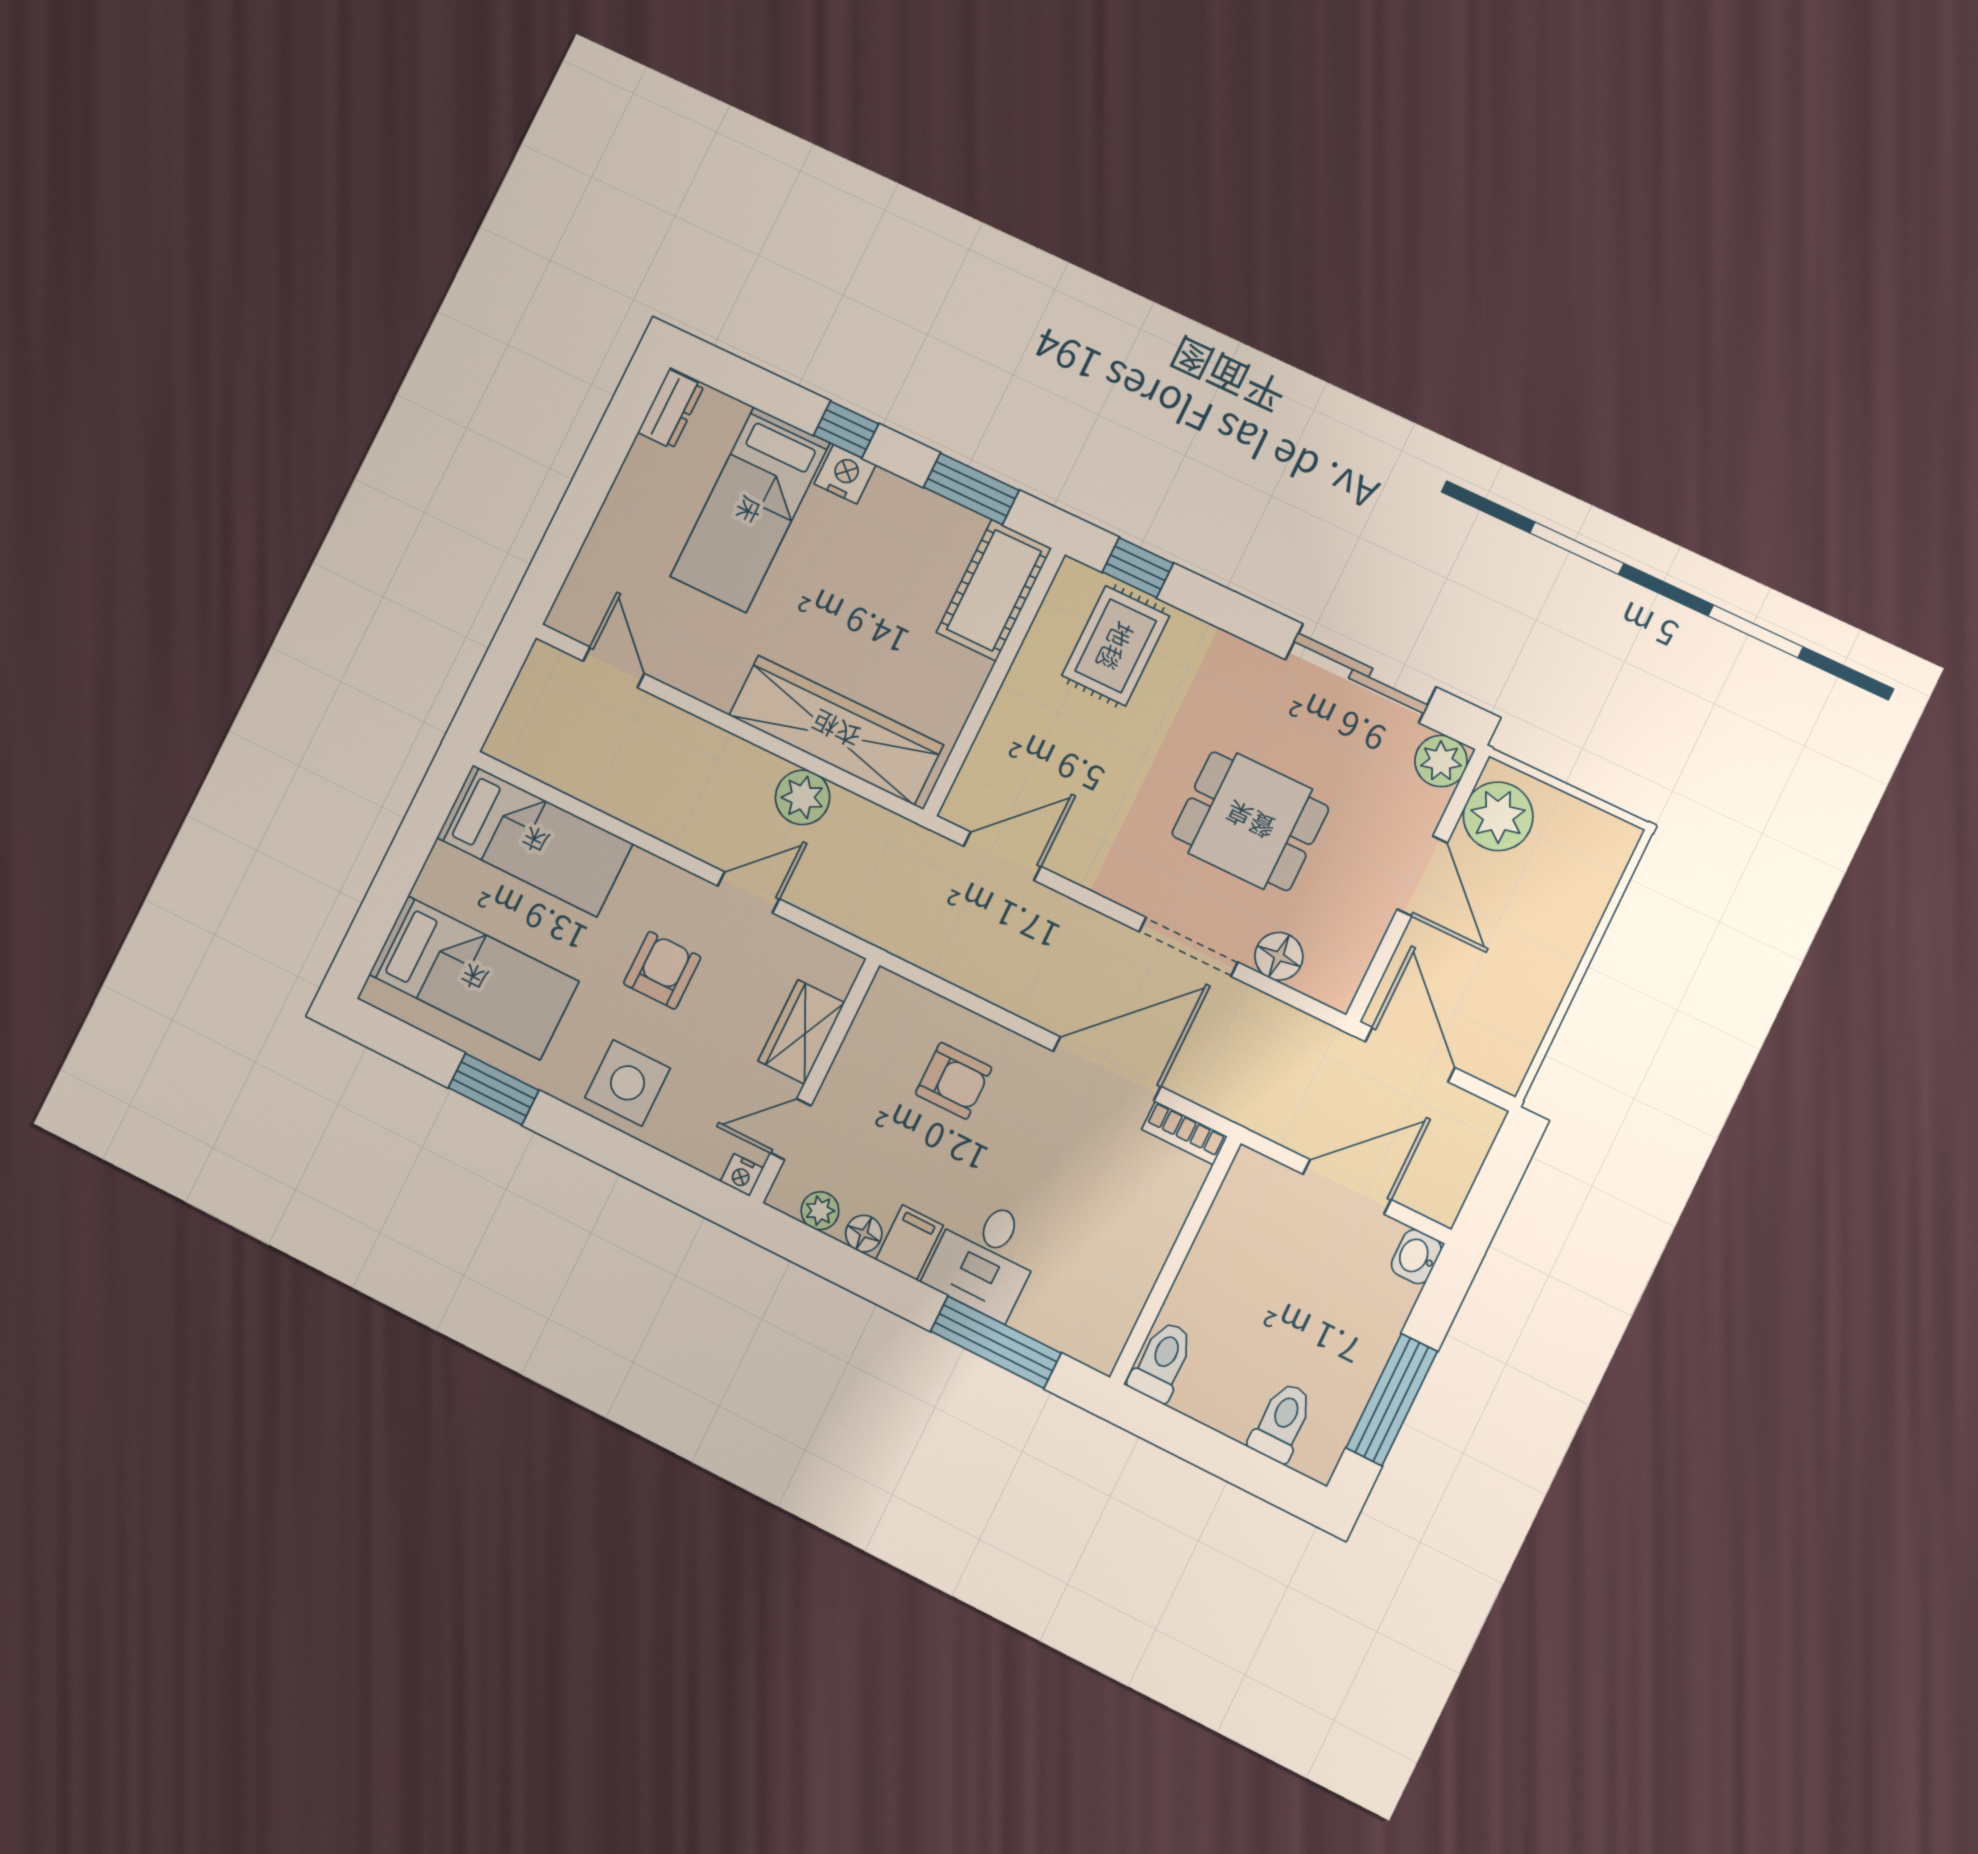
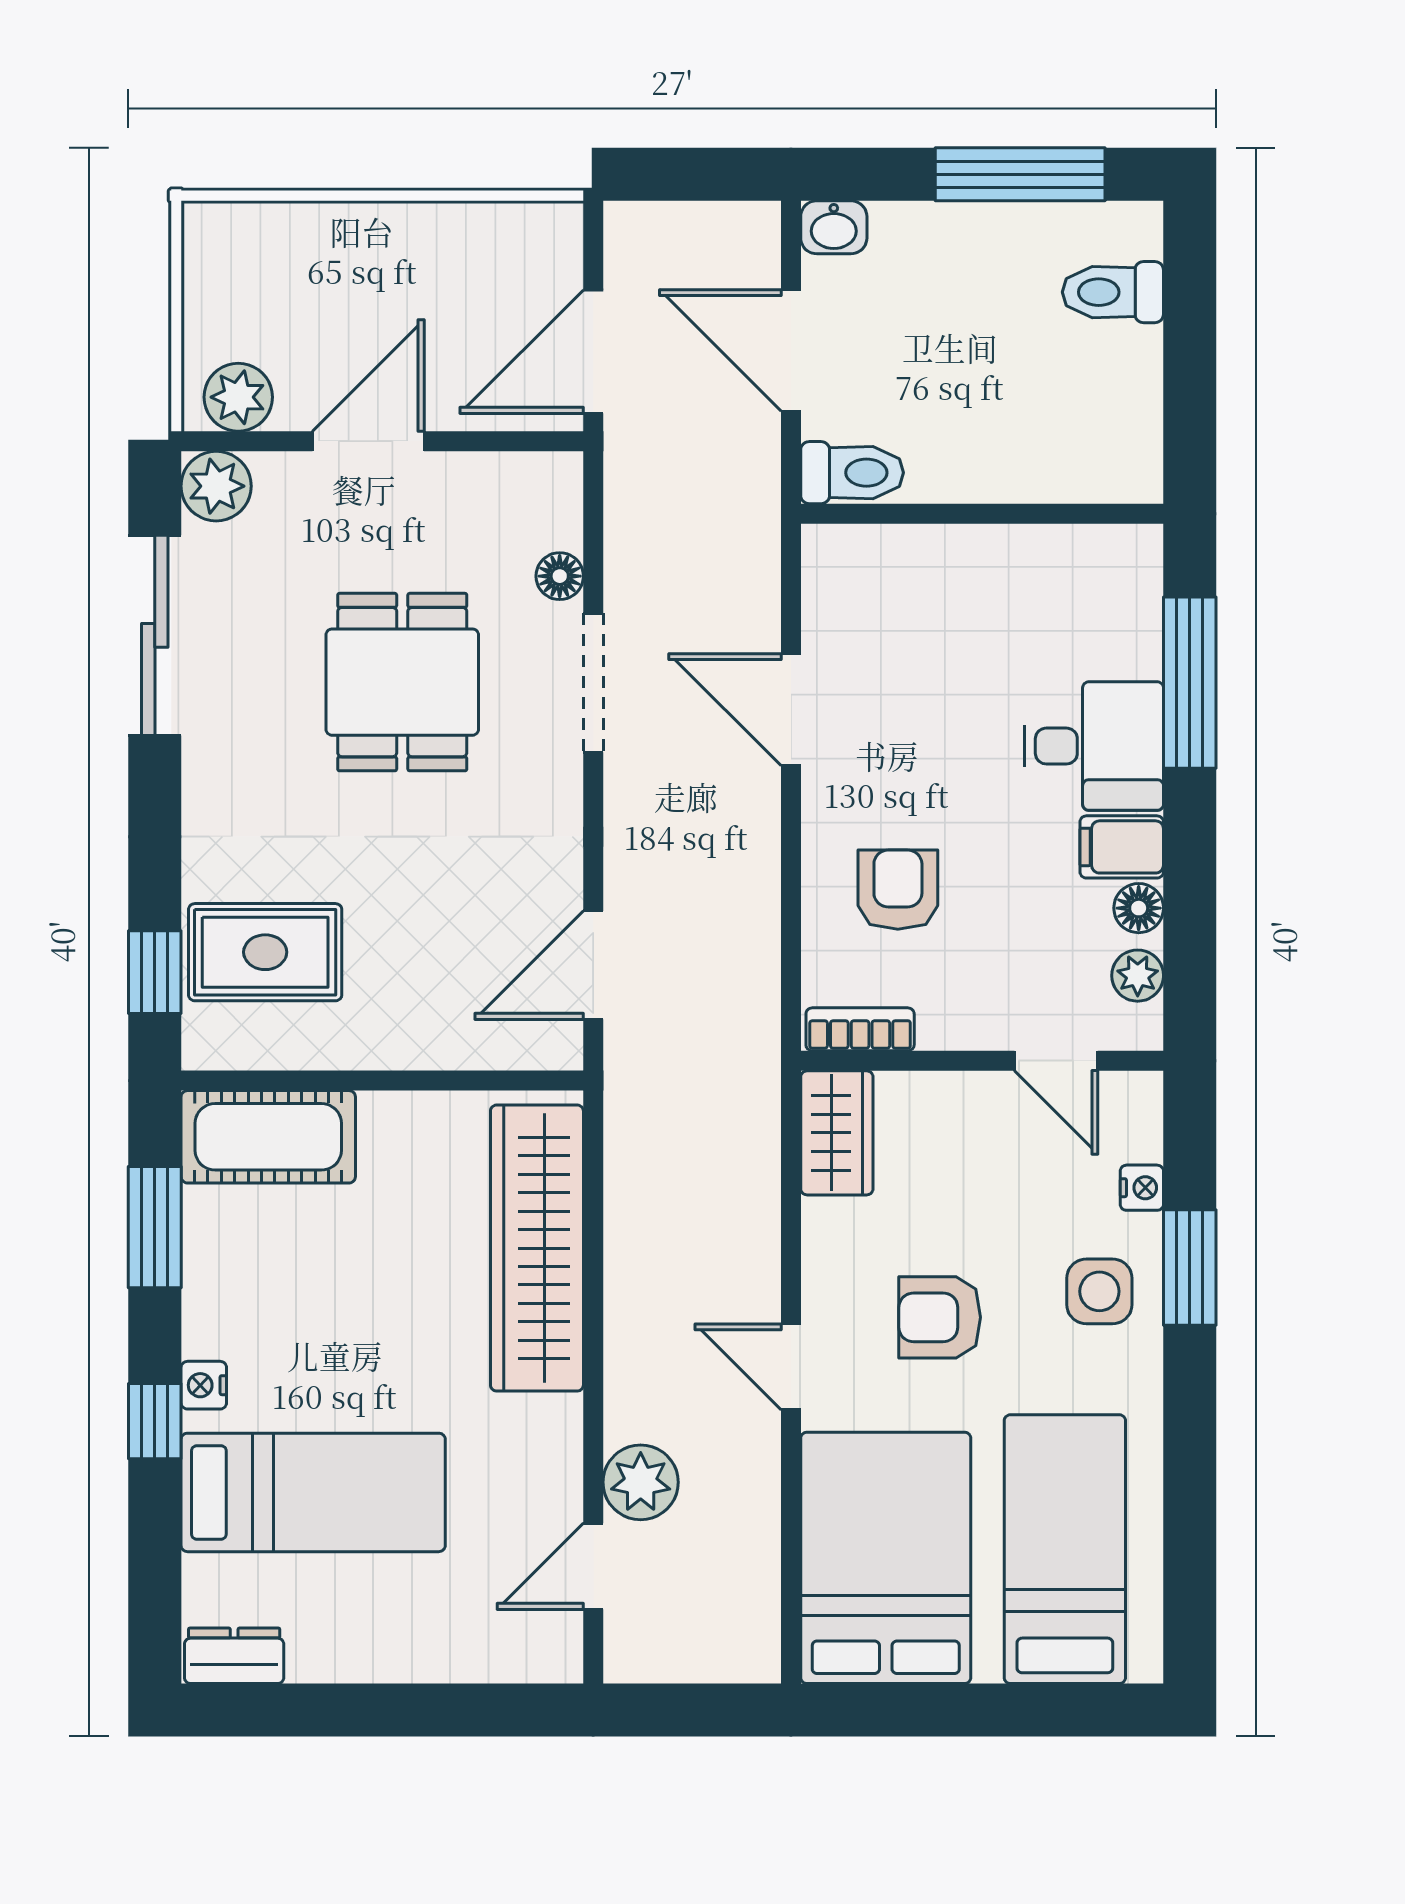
nightstand: (845, 474) -> (204, 1385), width x0.72, depth x0.74
plant: (803, 797) -> (641, 1482), moved
plant: (1498, 816) -> (238, 397), width x0.73, depth x0.73
bed: (535, 841) -> (886, 1558), width x1.50
door: (1002, 856) -> (593, 965), hinge flipped
door: (748, 892) -> (791, 1367), moved
floor lamp: (1279, 956) -> (560, 576), width x0.73, depth x0.73
wardrobe: (801, 1032) -> (837, 1133), moved, turned -90
door: (1107, 1069) -> (791, 710), width x0.73
side table: (628, 1083) -> (1099, 1291), width x0.73, depth x0.73
window: (494, 1089) -> (1190, 1268), moved
bookcase: (1184, 1133) -> (860, 1029), moved, turned -90
nightstand: (742, 1175) -> (1142, 1188), moved
toilet: (1162, 1361) -> (852, 473), moved, turned 180

